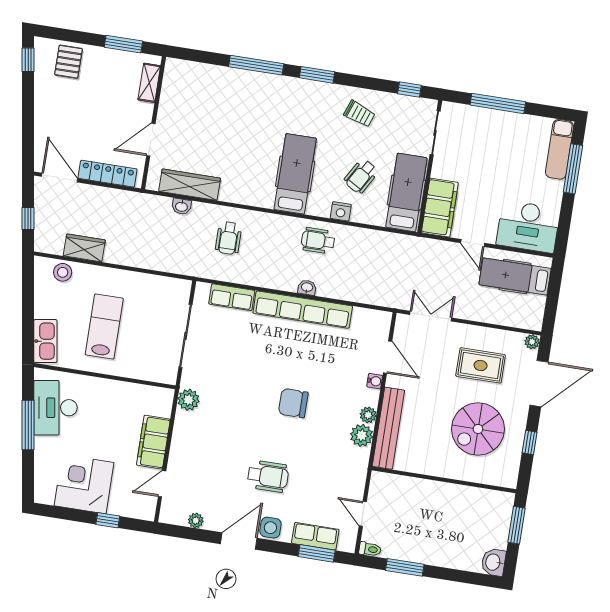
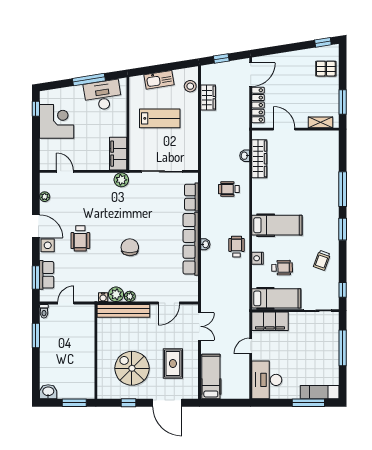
wheelchair: (361, 176) -> (282, 268), turned 149
hospital bed: (515, 277) -> (211, 377), moved
kitchen sink: (45, 341) -> (159, 80), moved
plant: (532, 342) -> (193, 394), removed
water cooler: (375, 381) -> (103, 297), moved
filing cabinet: (153, 442) -> (118, 154), moved, turned -90
window: (108, 520) -> (36, 109), moved

